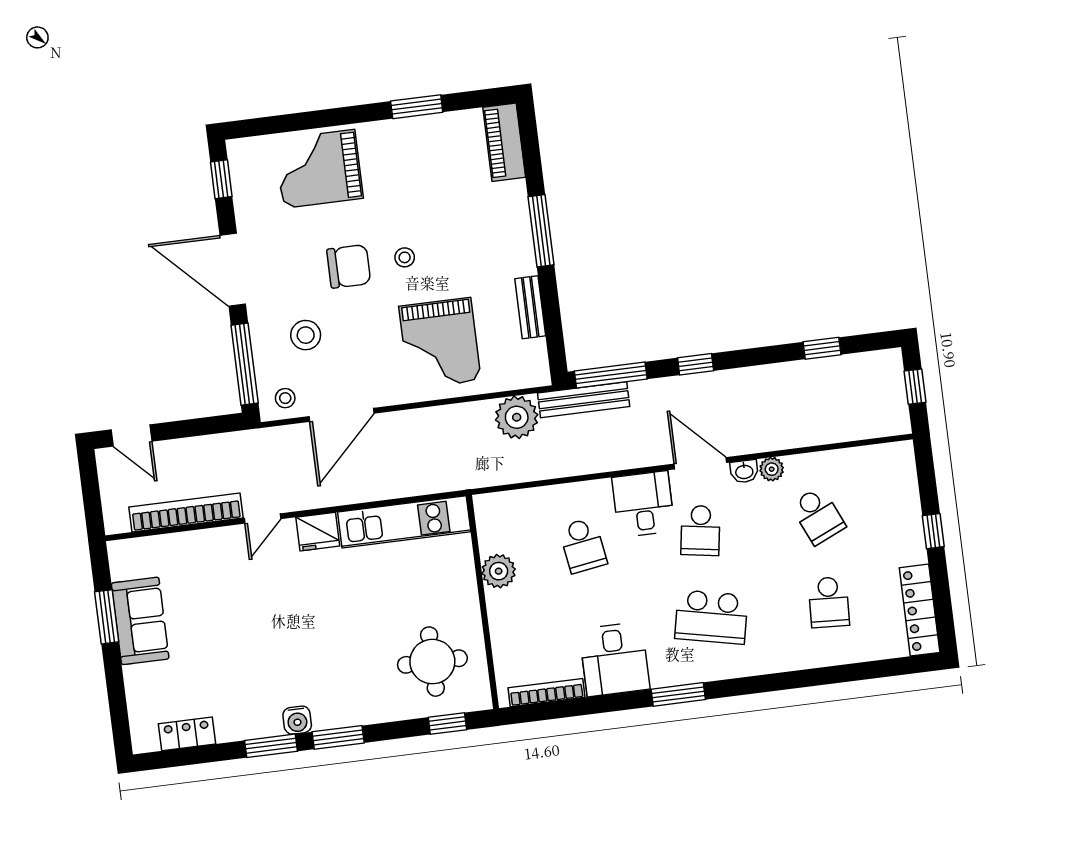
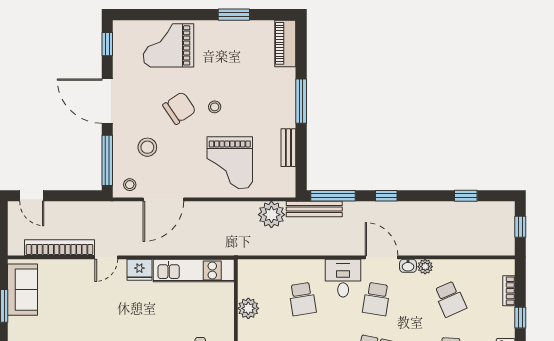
chair: (349, 266) -> (179, 108), turned -34
bookcase: (910, 491) -> (509, 291), added
sofa: (140, 621) -> (23, 290), moved

